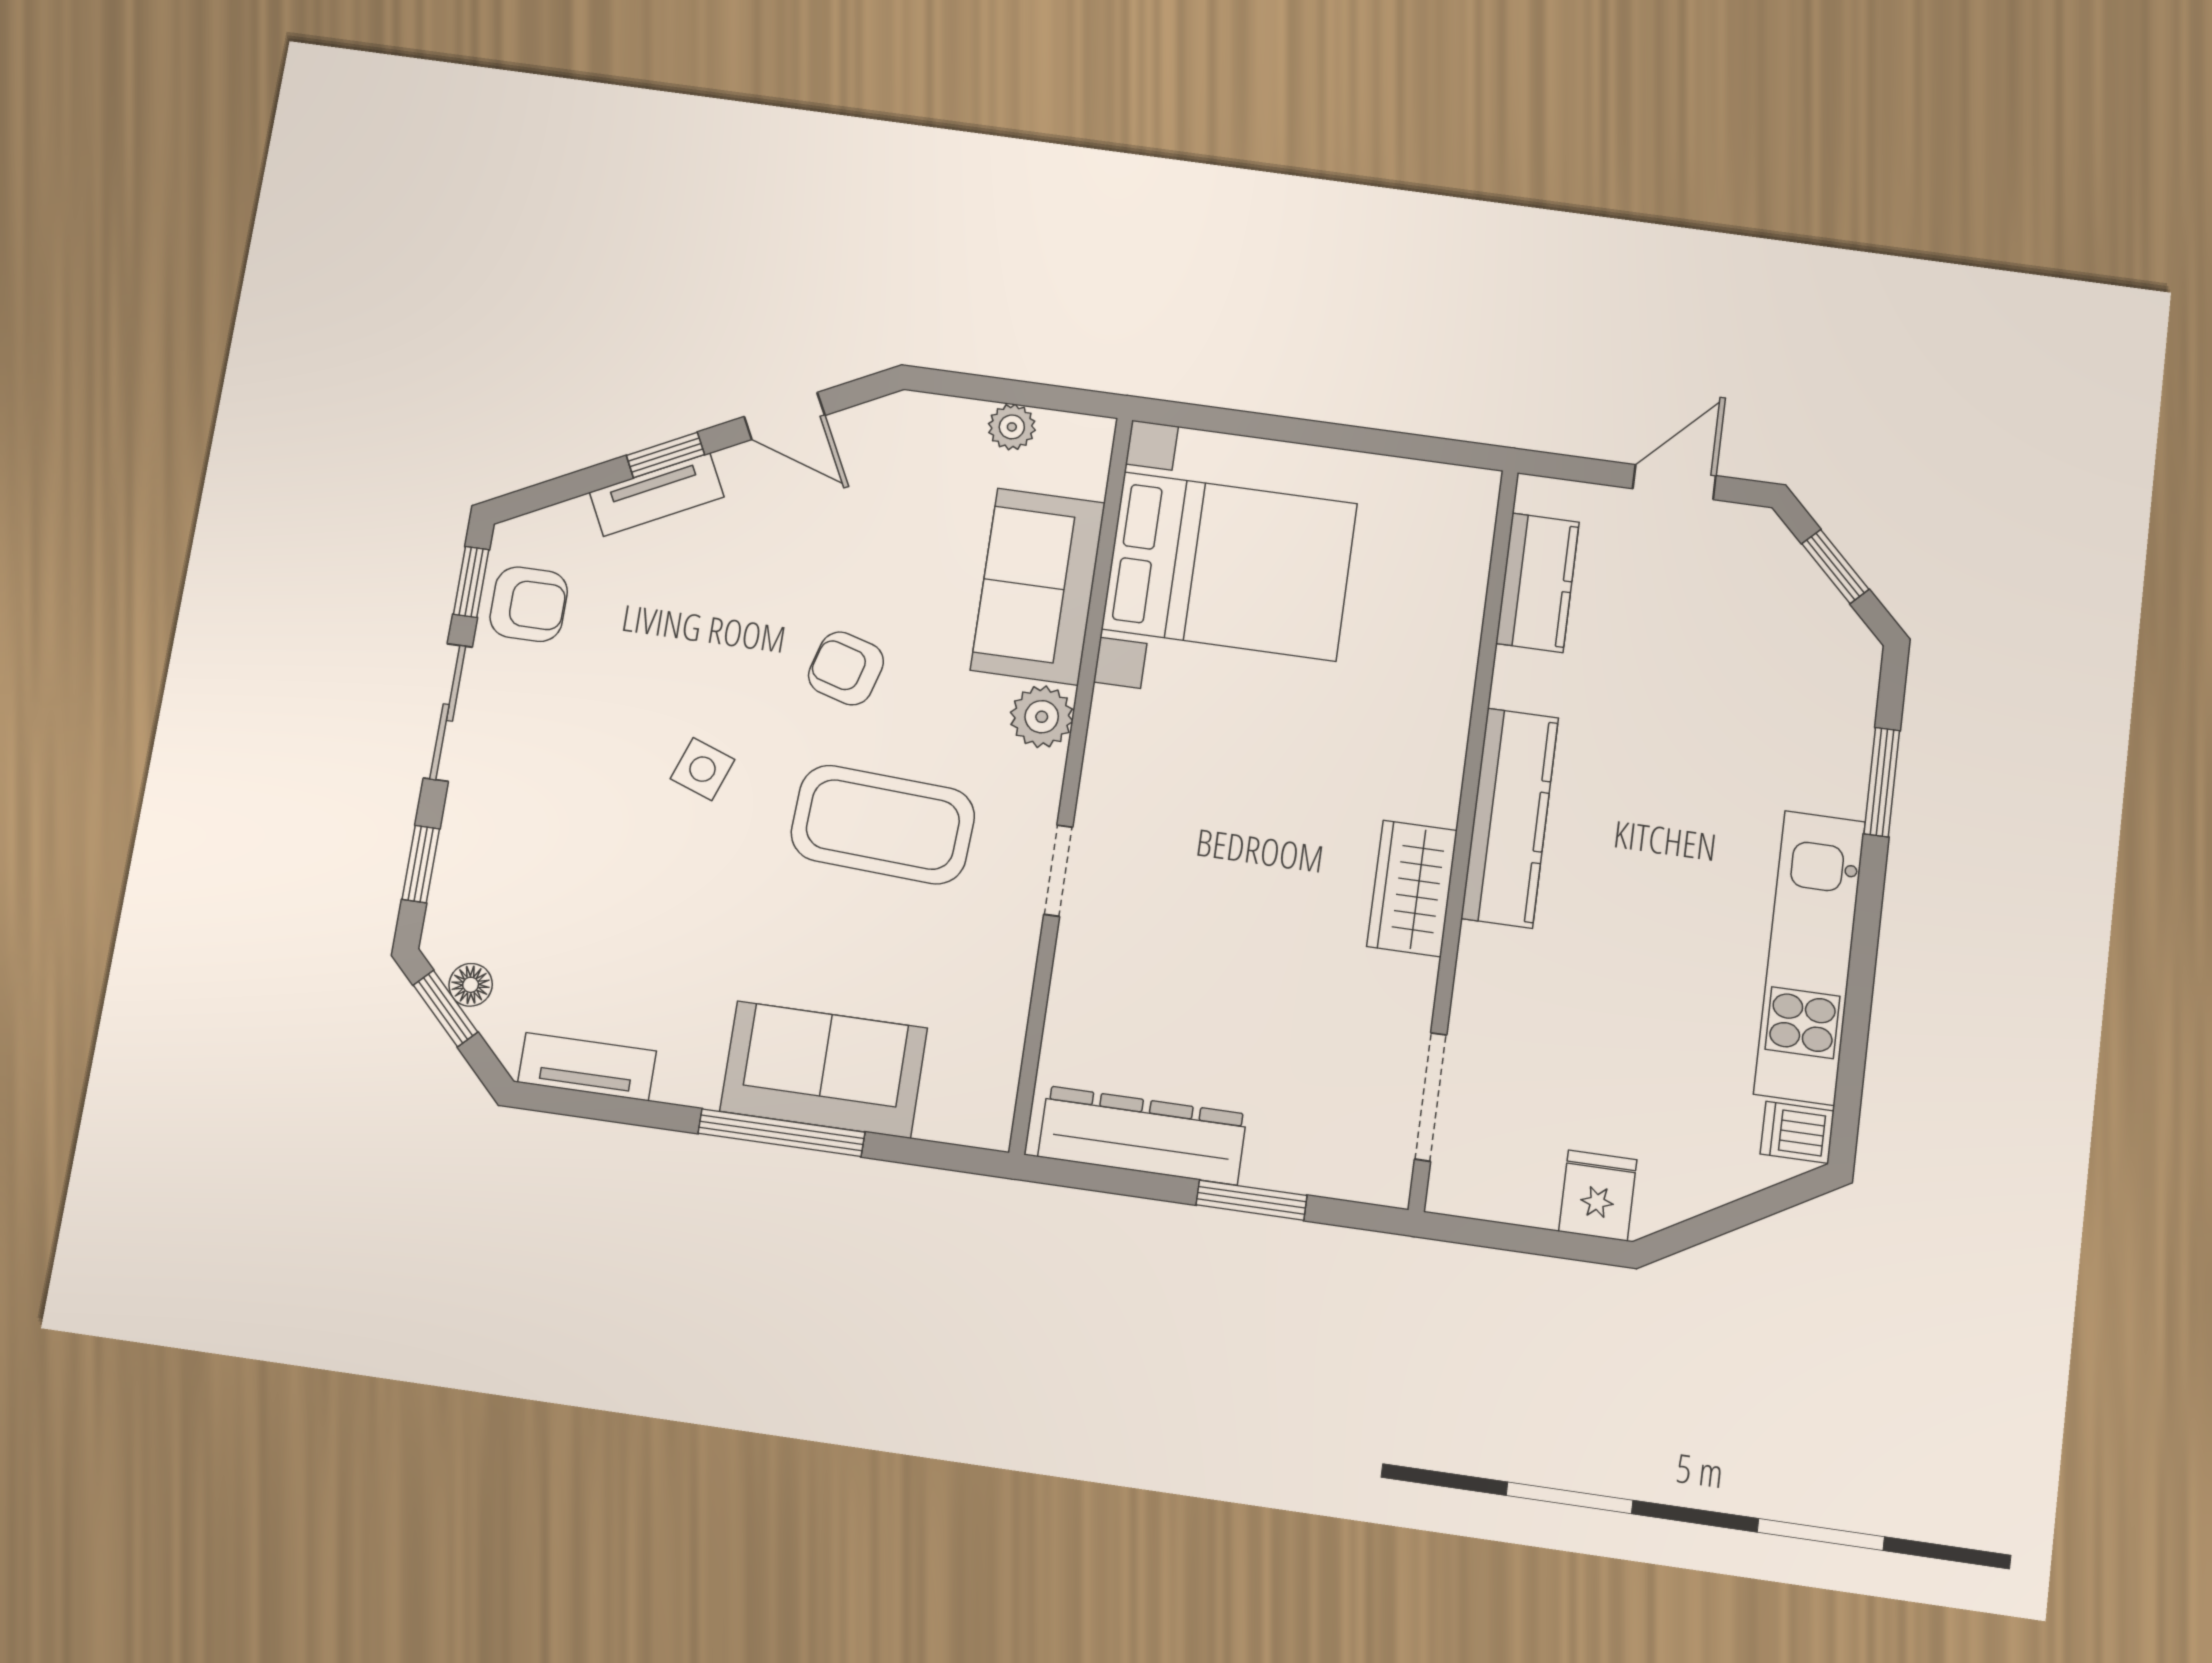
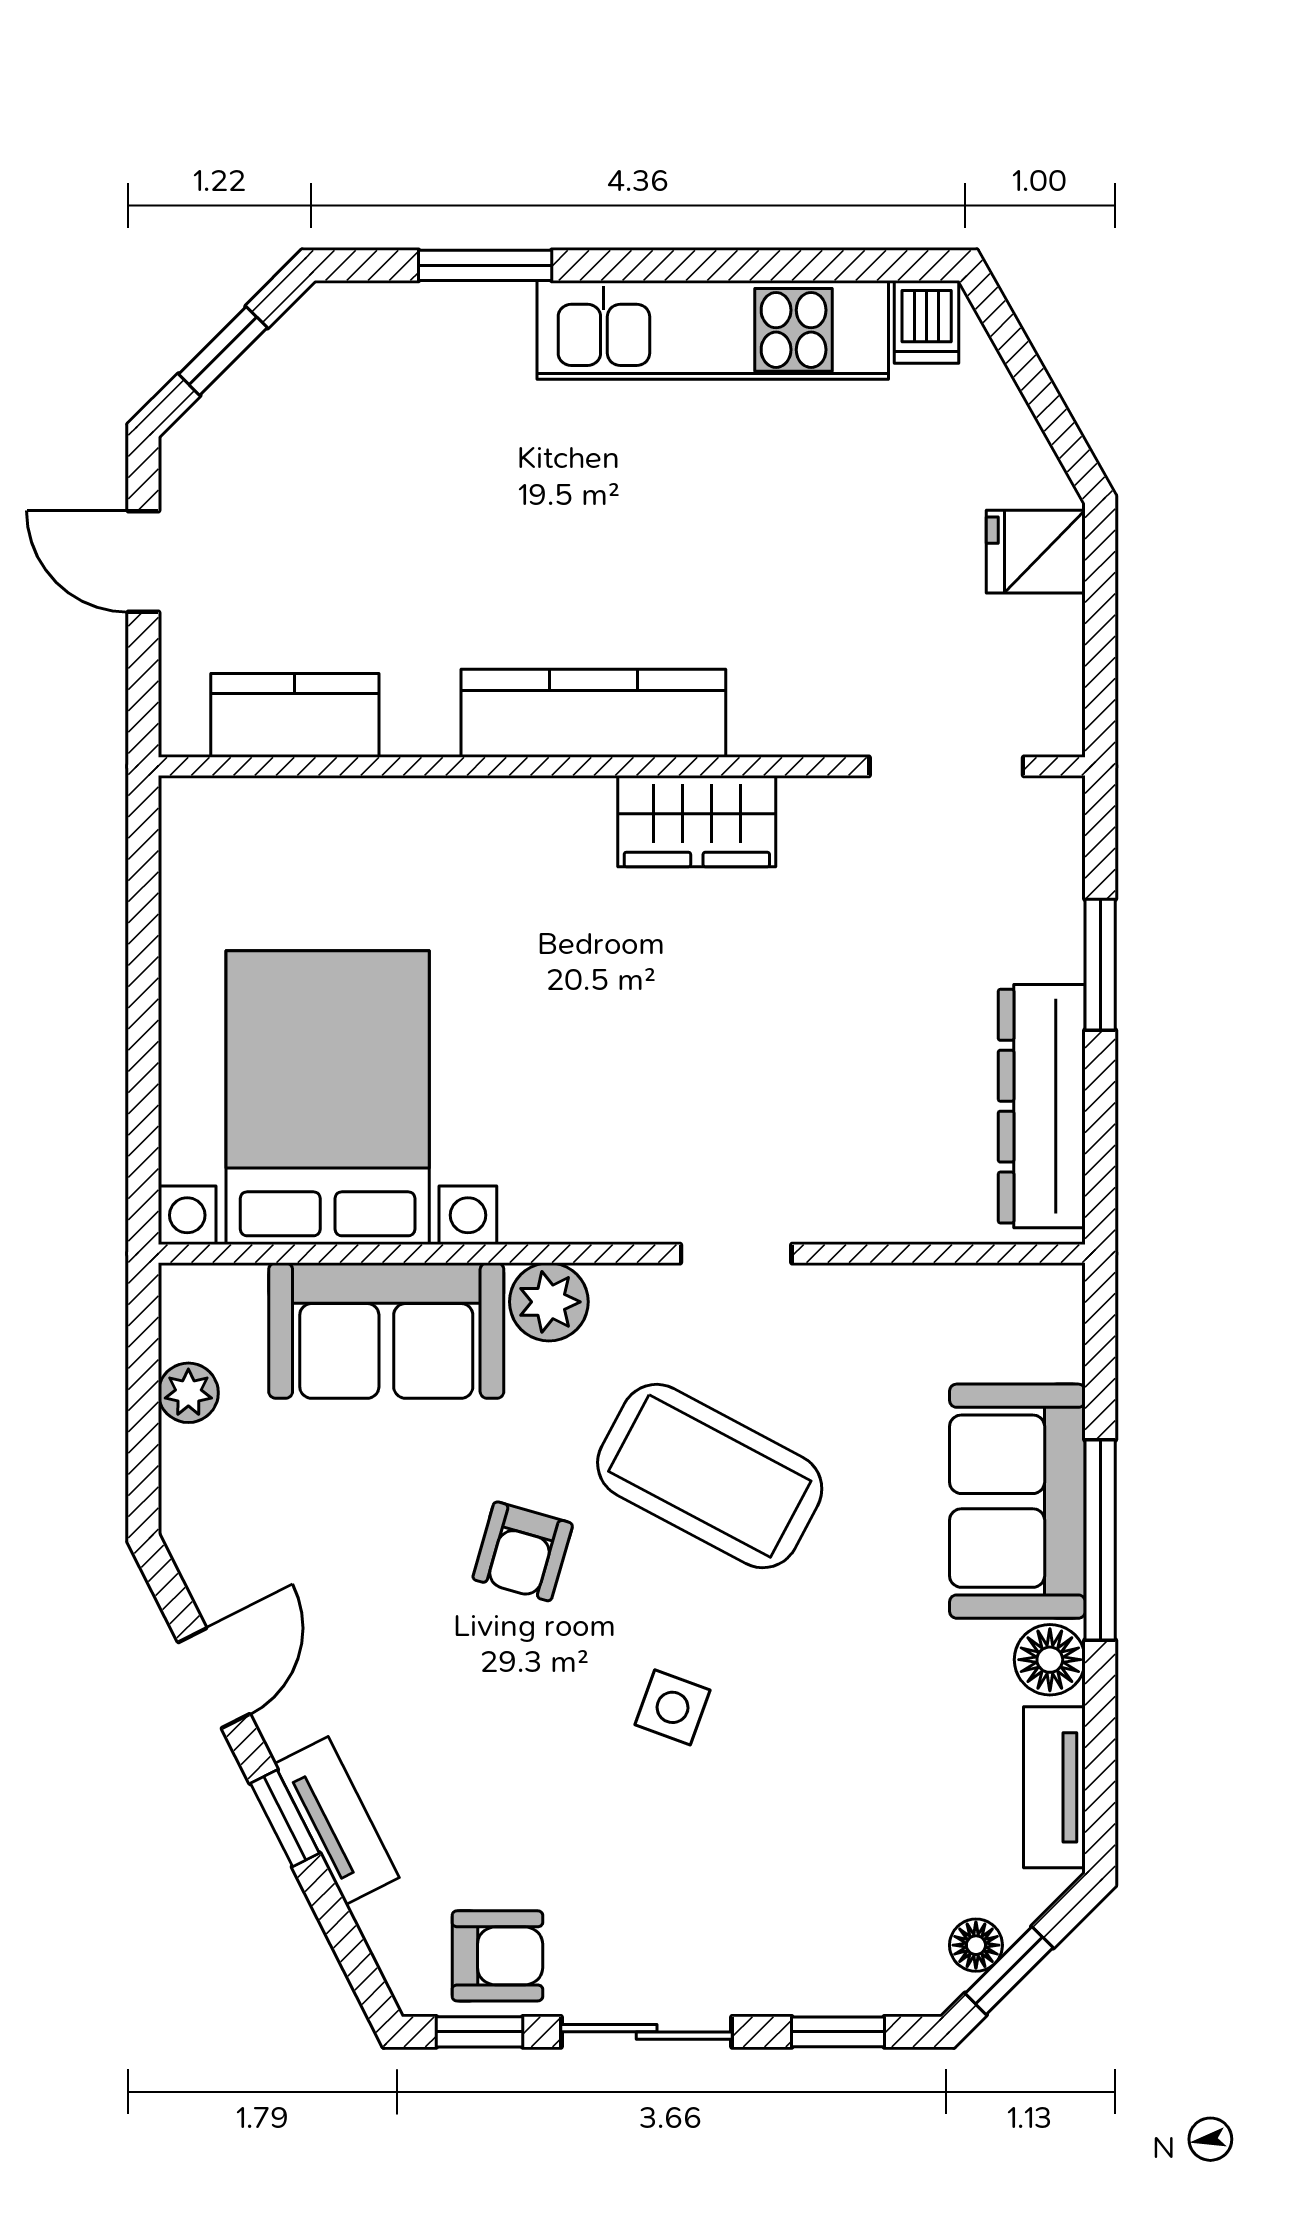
armchair: (529, 604) -> (497, 1956), turned 90
coffee table: (883, 825) -> (710, 1476), turned -65
floor lamp: (691, 1078) -> (1050, 1660), added

